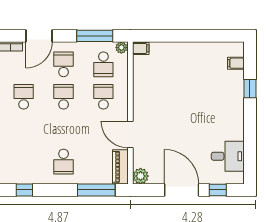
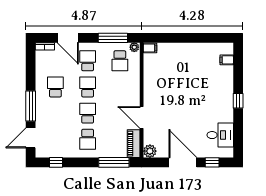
door: (39, 36) -> (68, 38), hinge flipped
window: (250, 89) -> (238, 101), moved
school desk: (103, 97) -> (88, 113), moved

